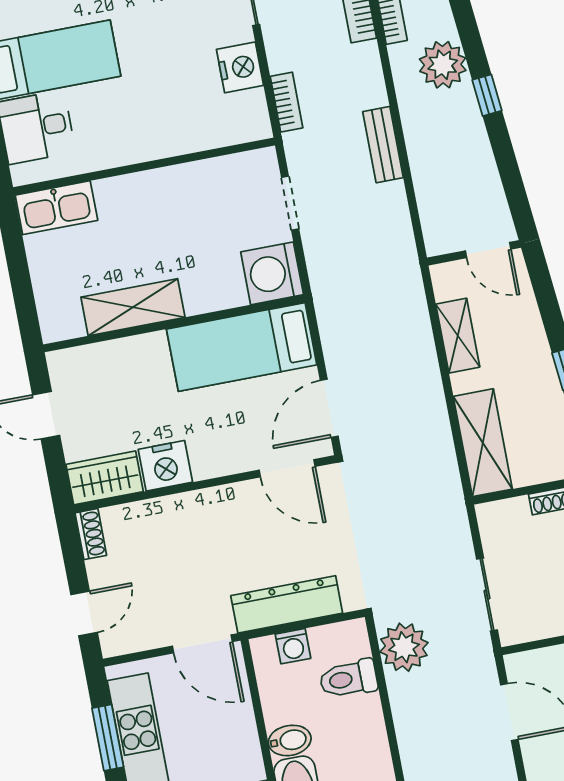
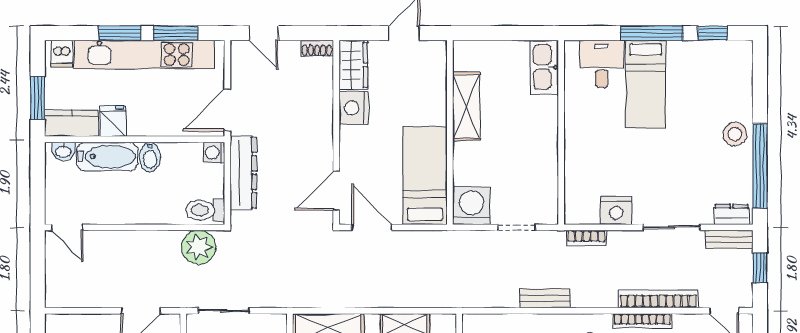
washing machine: (293, 646) -> (214, 153), moved
toilet: (348, 679) -> (205, 210), moved, turned -90

